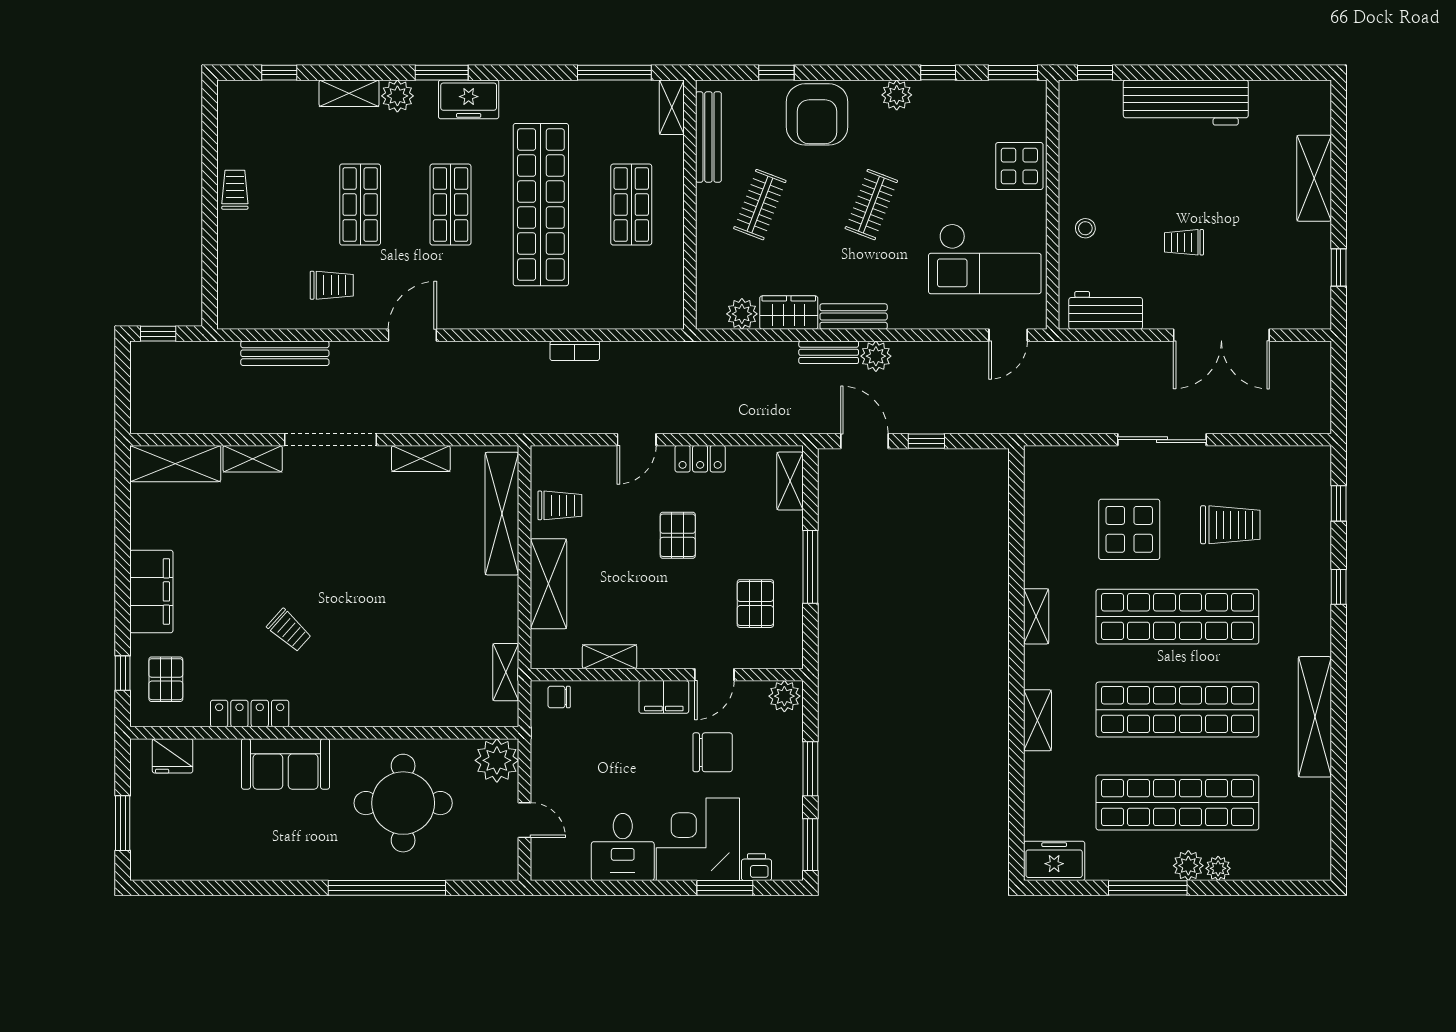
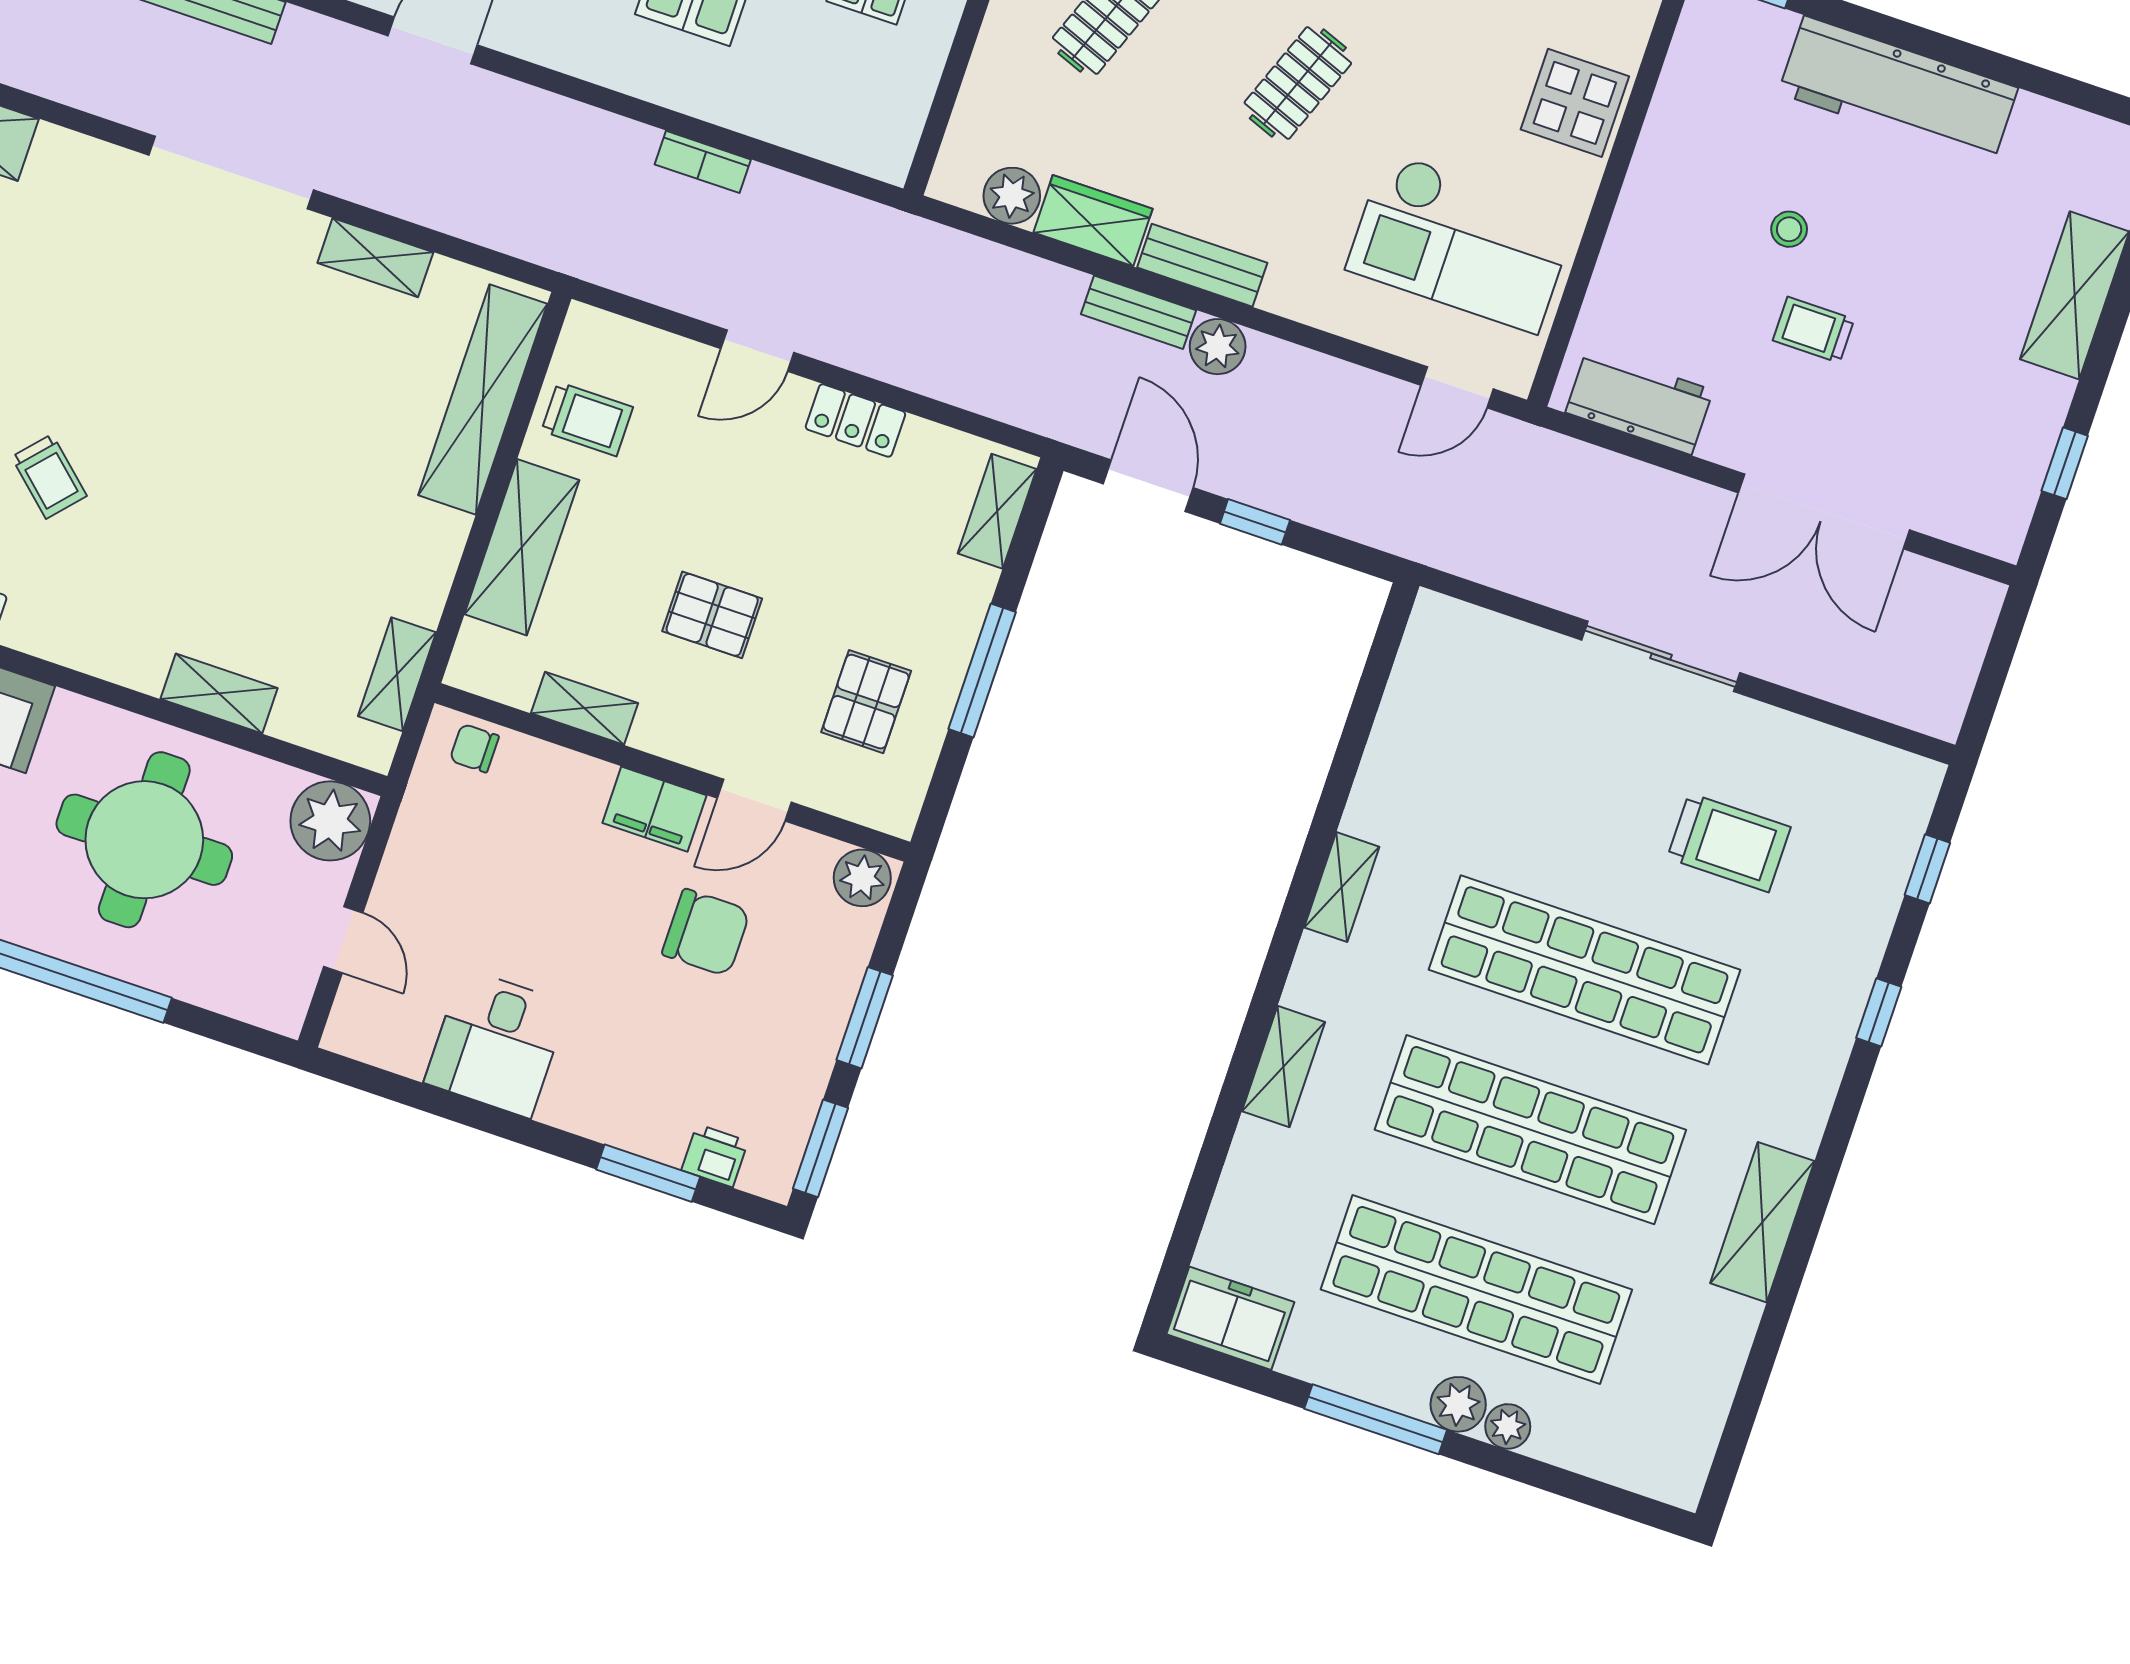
stool: (1085, 228) -> (1789, 229), moved
shelving: (253, 459) -> (219, 694), moved
display table: (1129, 529) -> (1552, 792), removed
pallet: (678, 535) -> (712, 615), moved, turned 90
shelving: (1315, 717) -> (1762, 1222), width x0.68
corner desk: (698, 839) -> (630, 1073), removed

